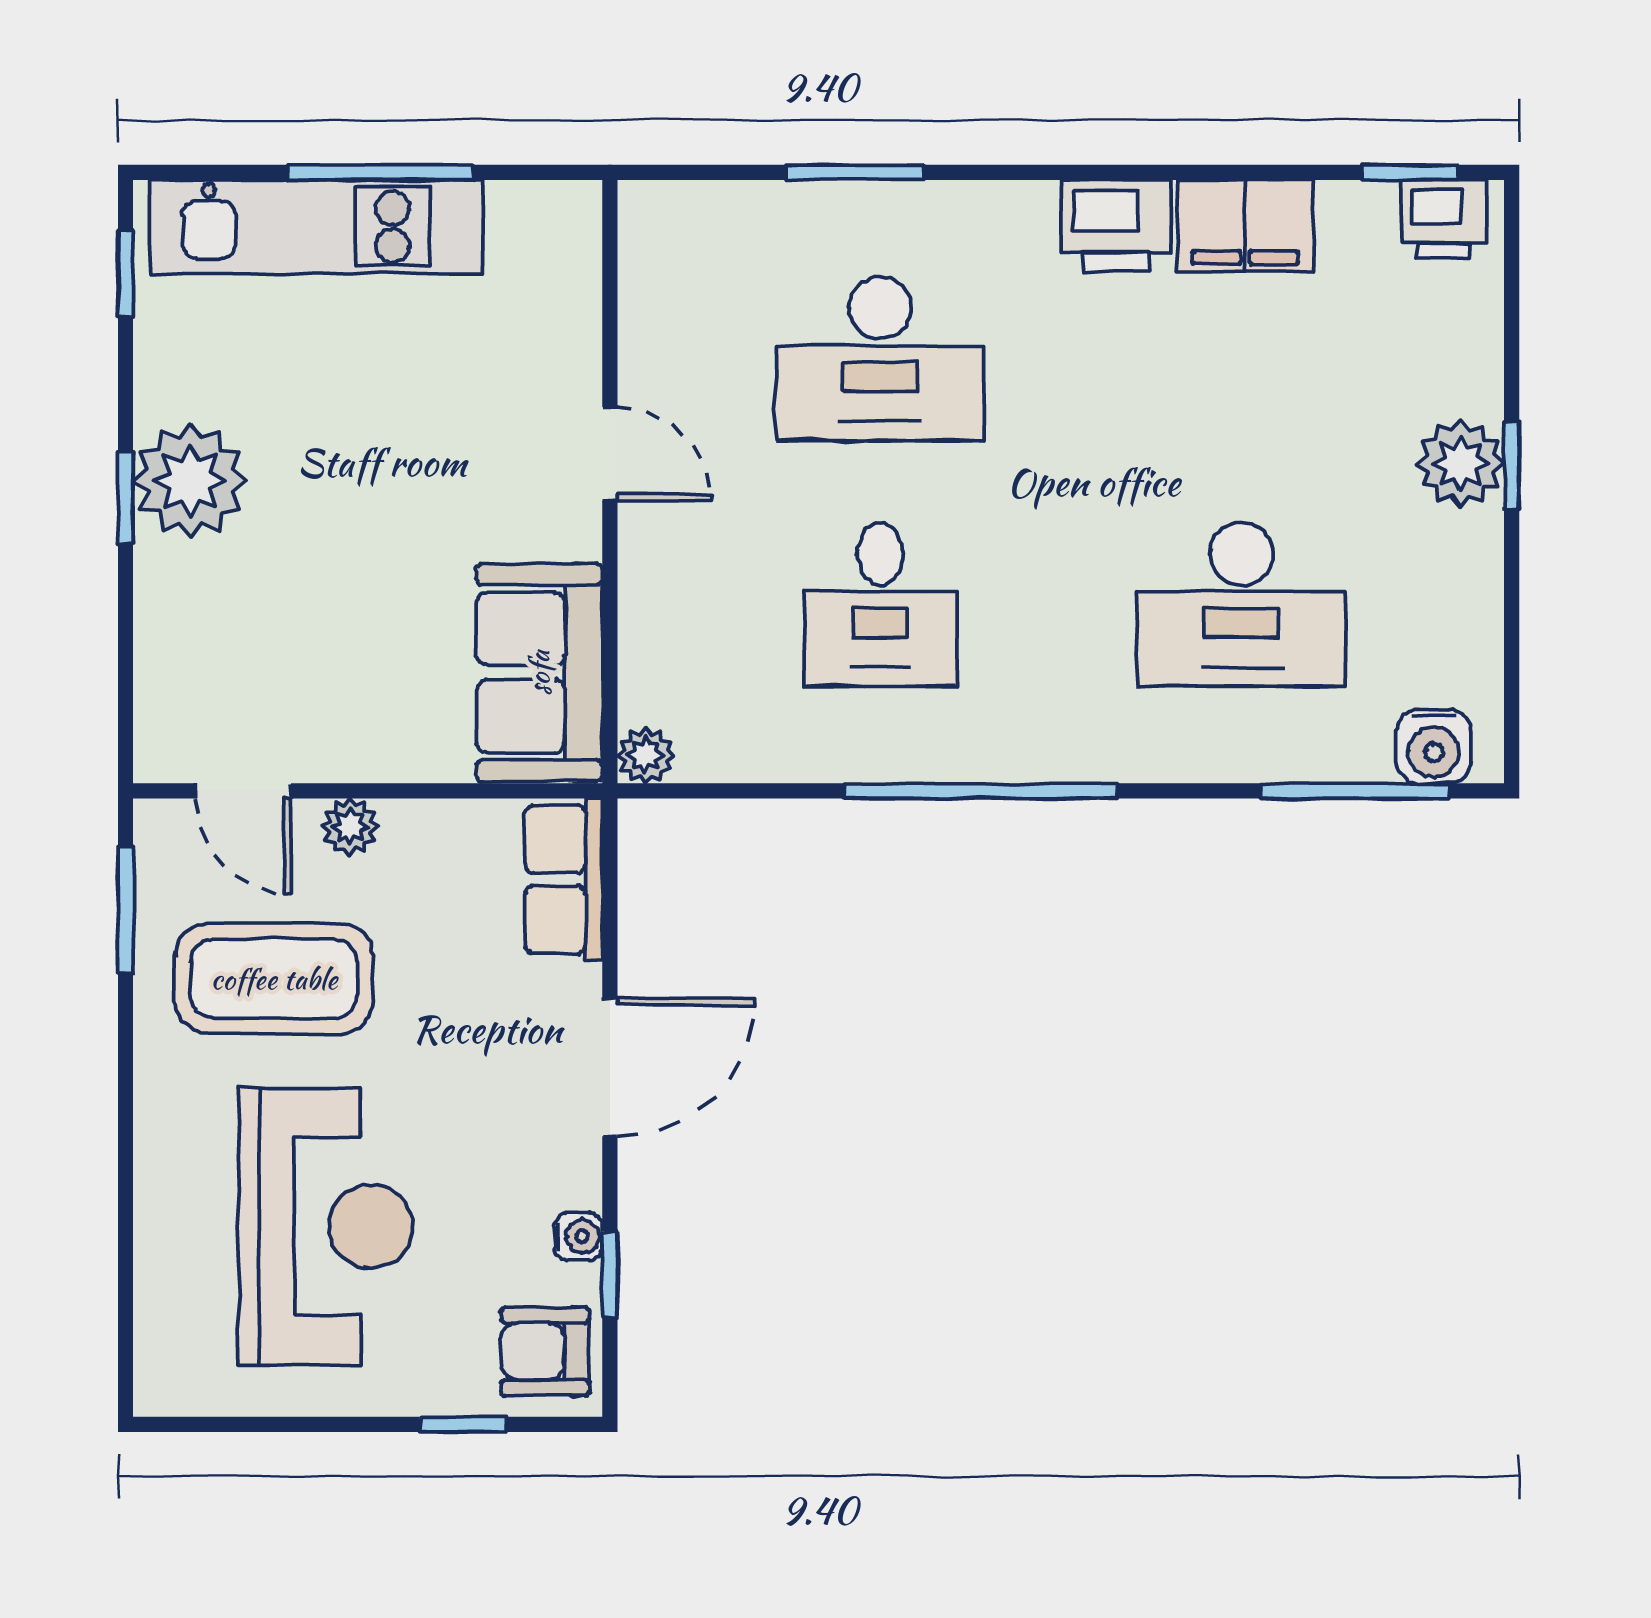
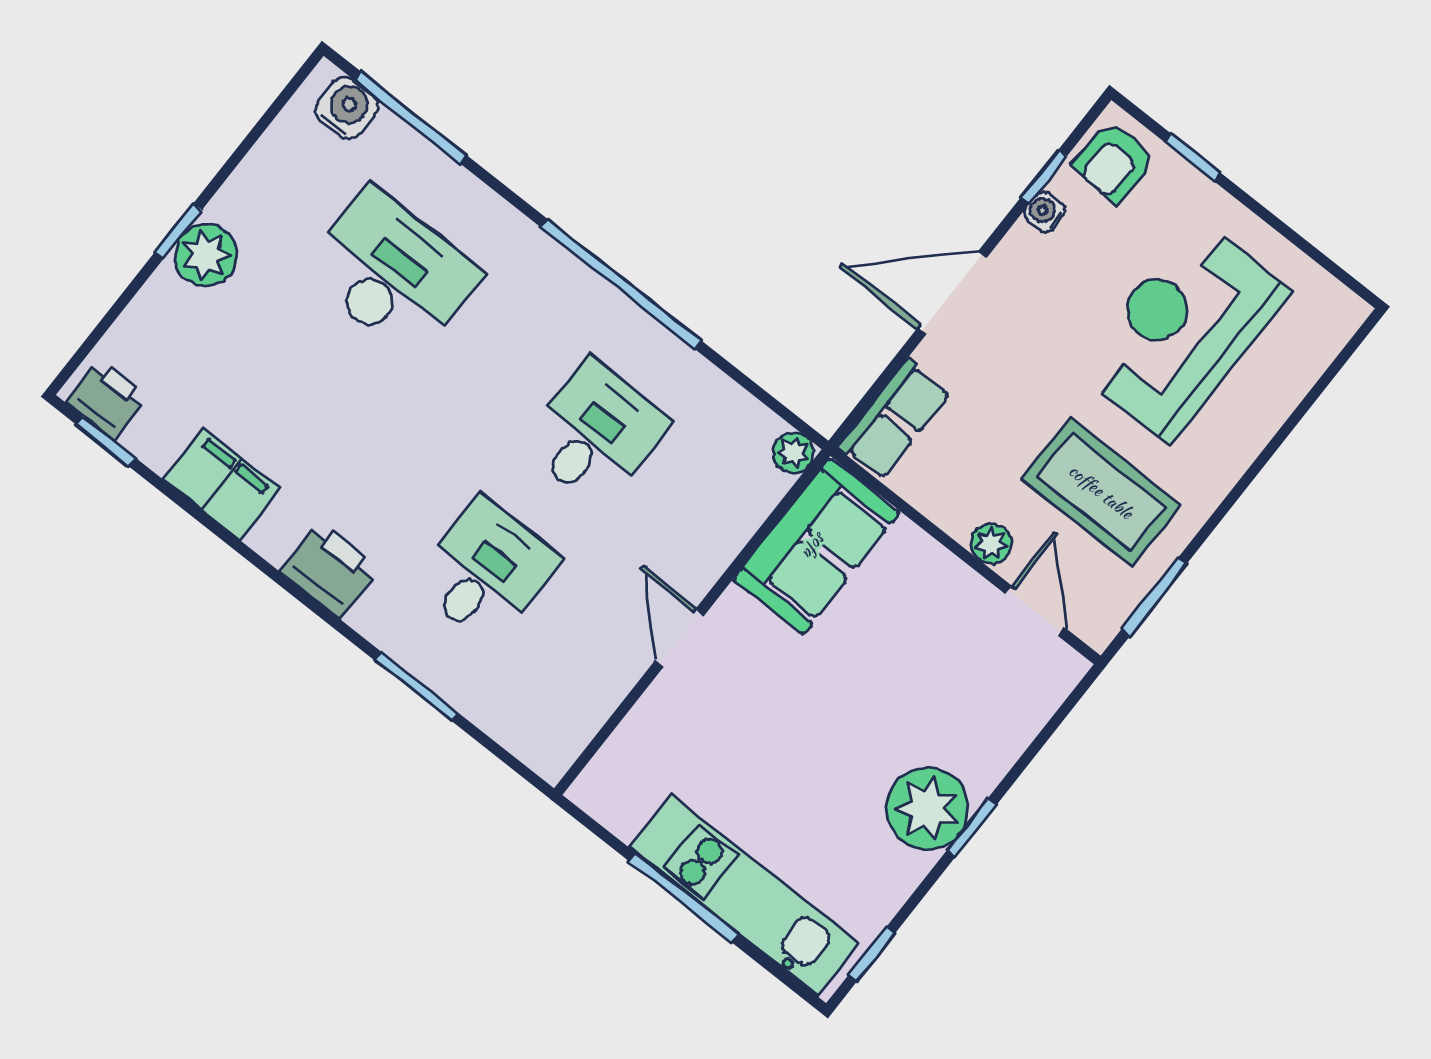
printer: (1116, 225) -> (330, 570), moved
desk: (880, 359) -> (486, 571), width x0.73
armchair: (545, 1351) -> (1114, 162), turned 93

